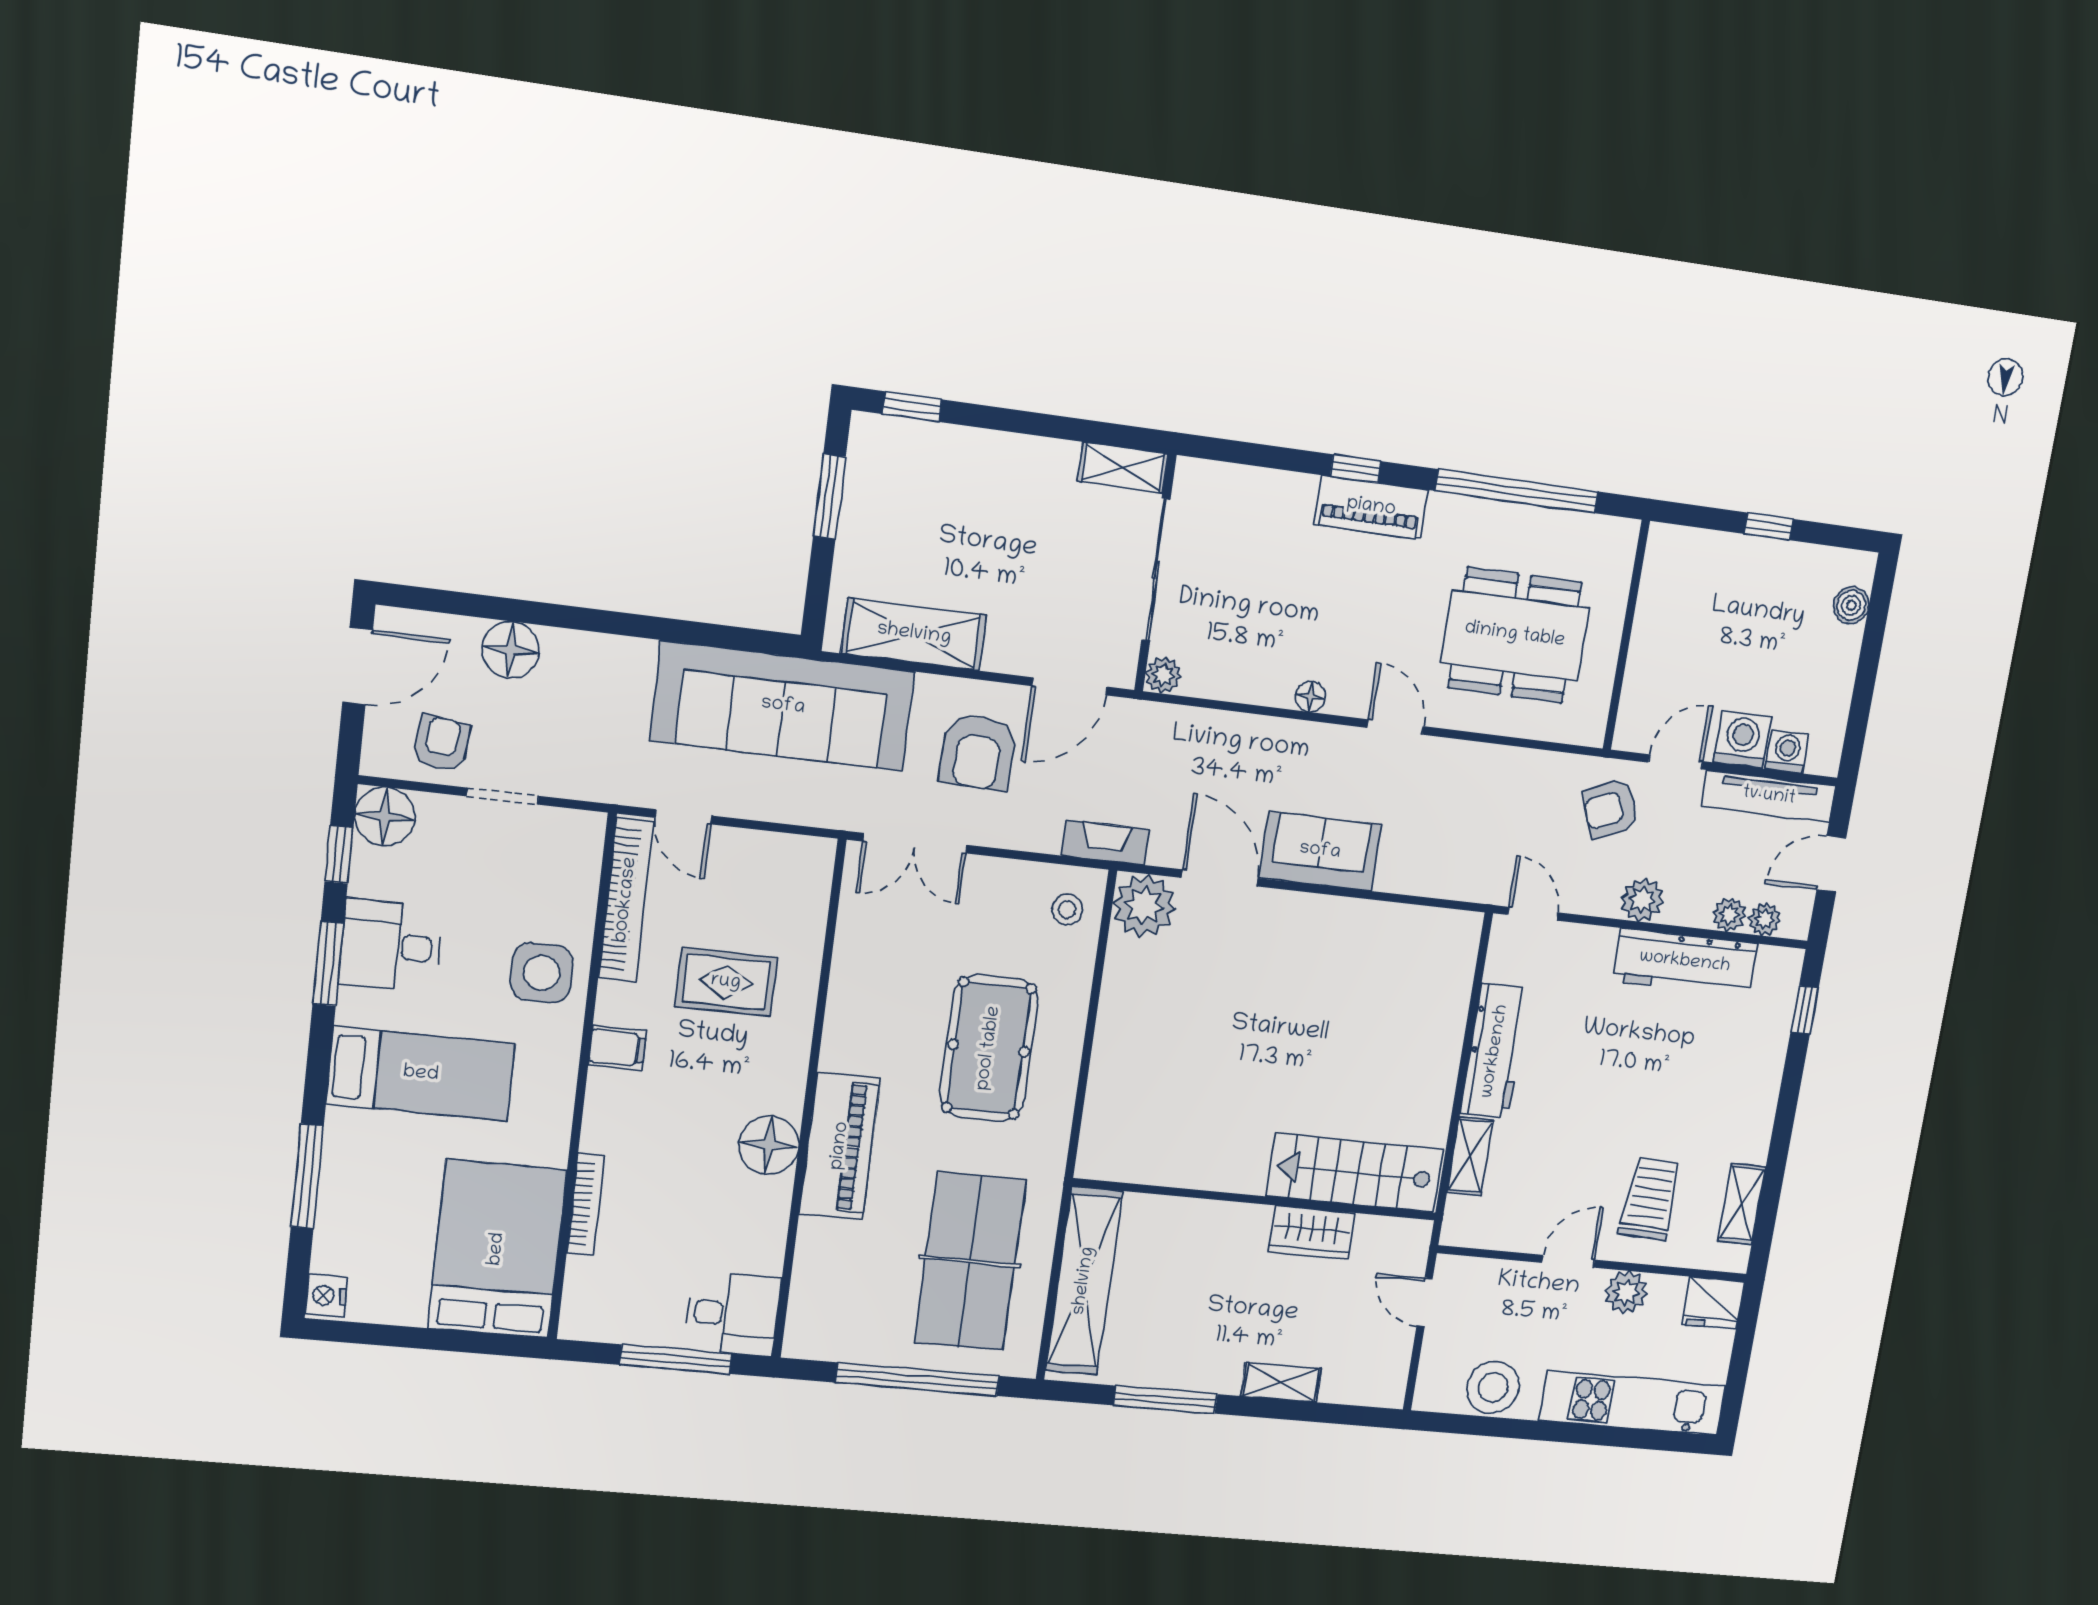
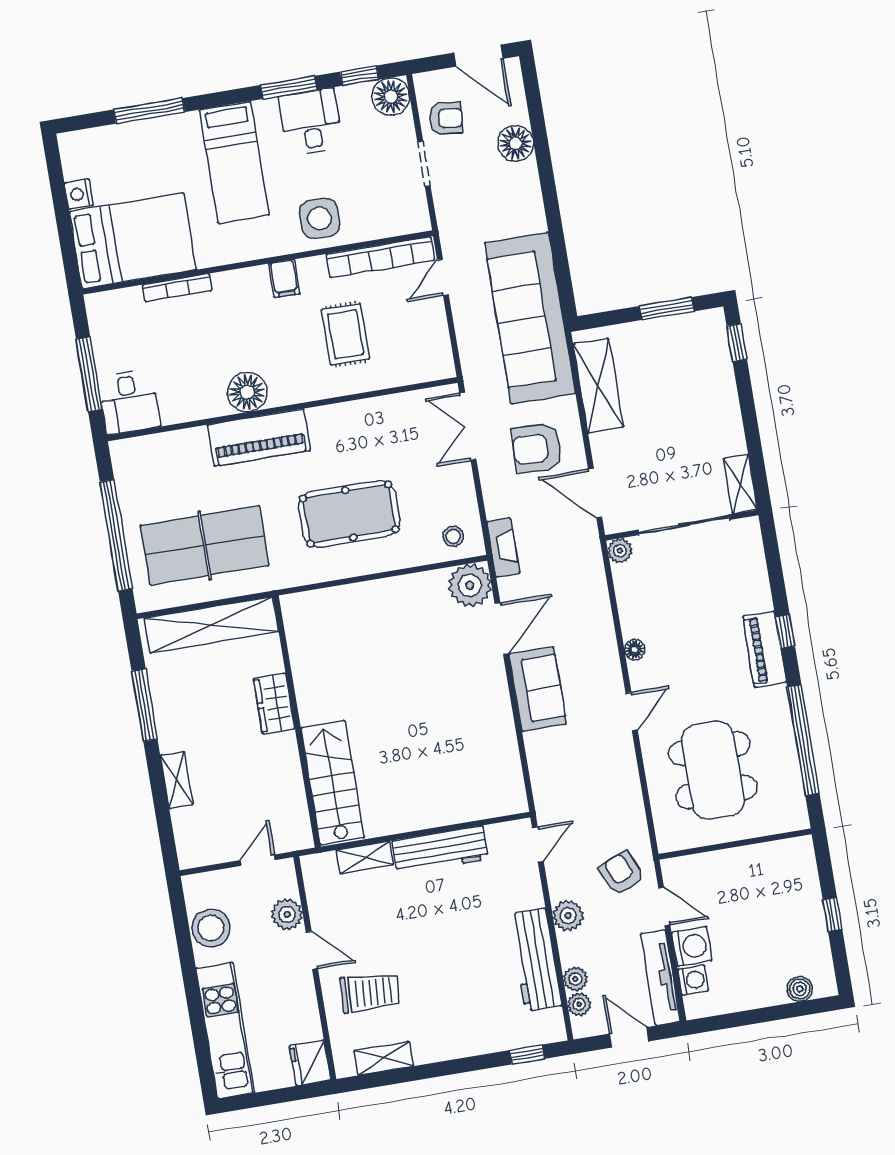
wardrobe: (1312, 1232) -> (274, 704), moved
plant: (1626, 1292) -> (287, 914), moved
nightstand: (326, 1296) -> (79, 194), moved, turned -90

